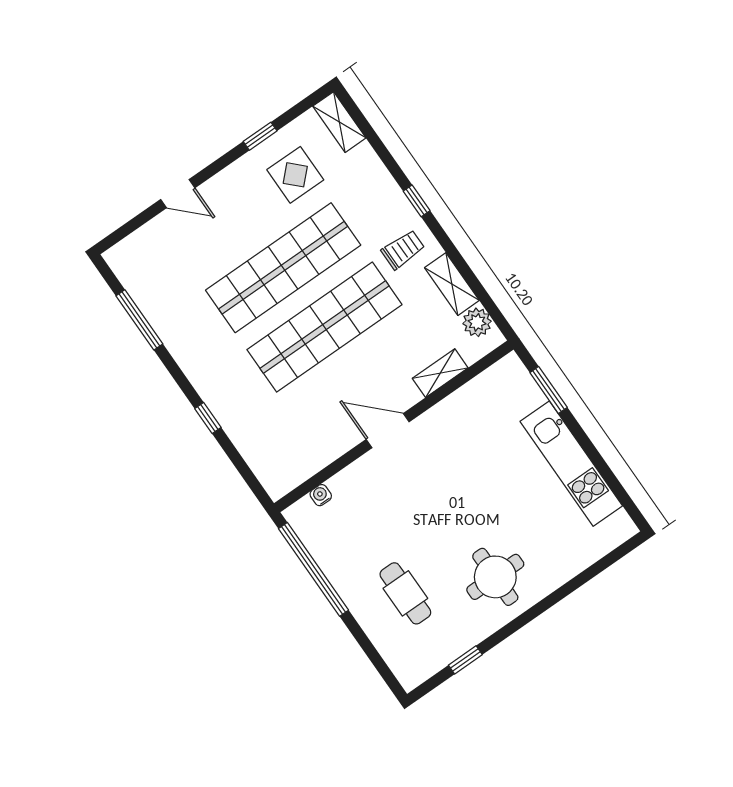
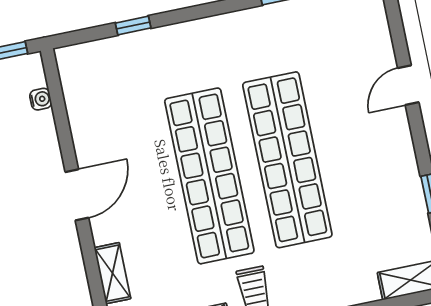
display table: (295, 175) -> (376, 212), removed
window: (208, 418) -> (133, 25), moved

